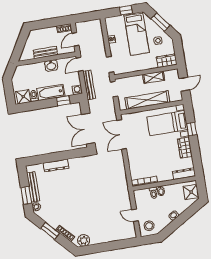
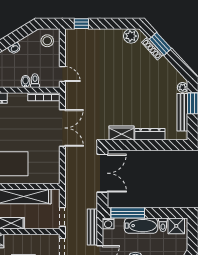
window: (63, 101) -> (128, 213), width x2.17
double door: (122, 135) -> (62, 128), moved
wardrobe: (79, 163) -> (121, 133), added
door: (135, 215) -> (62, 74), moved
window: (50, 231) -> (160, 44), moved
window: (124, 244) -> (81, 24), added

